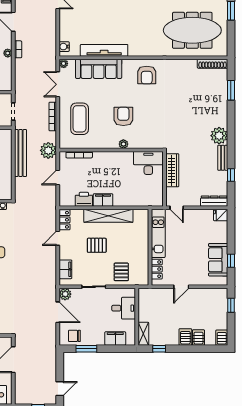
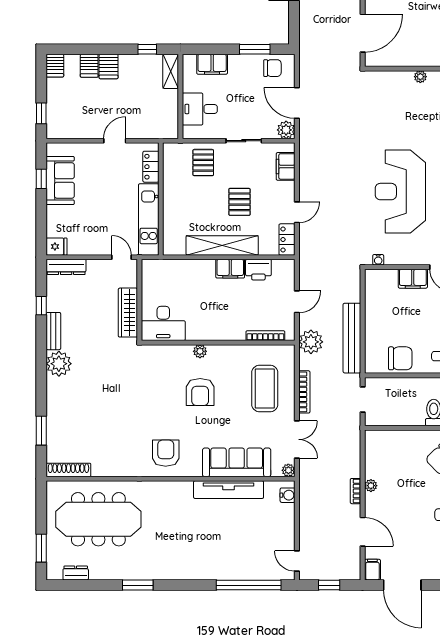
pallet: (97, 245) -> (239, 202), turned 90

